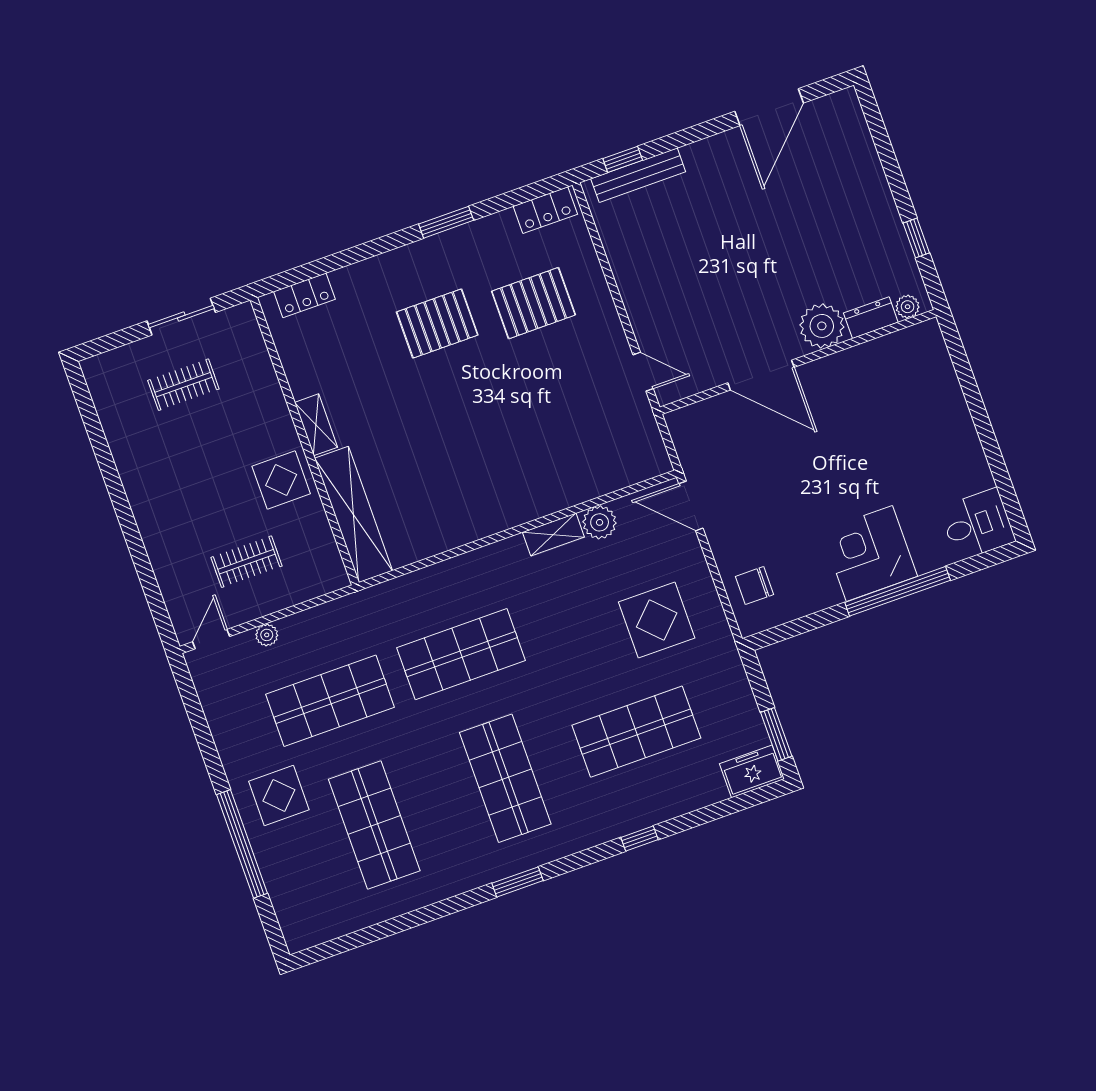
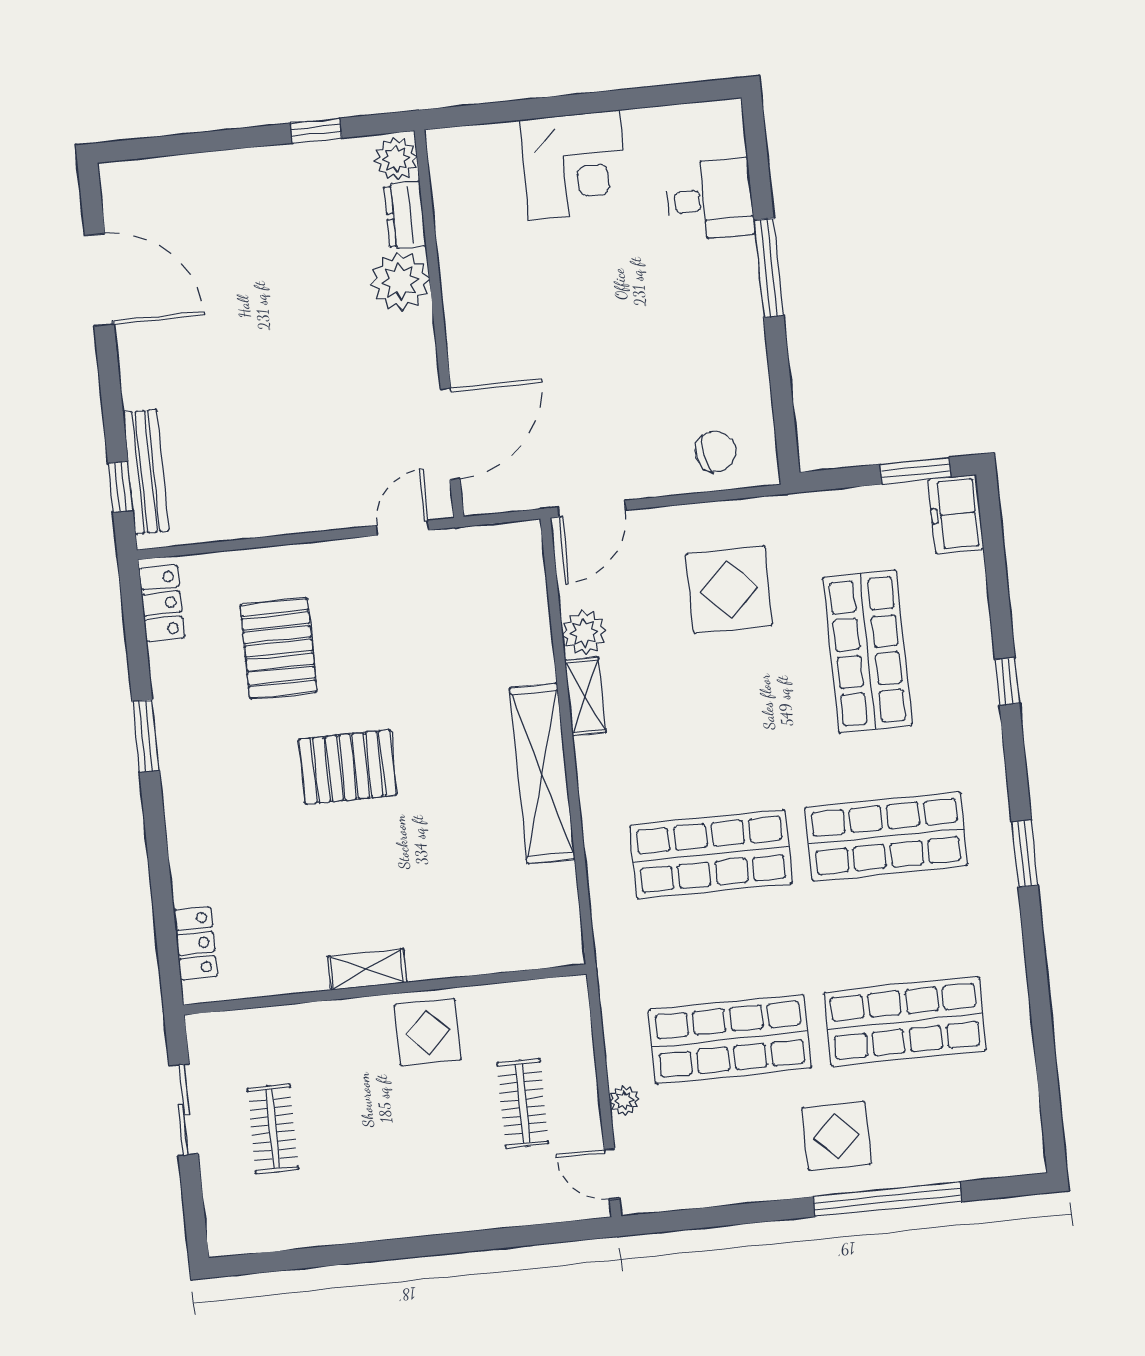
plant: (908, 307) -> (396, 159), width x1.38, depth x1.38
pallet: (437, 323) -> (348, 767), moved, turned 90
door: (761, 375) -> (450, 434), moved
shelving: (353, 514) -> (542, 773), moved, turned 90
desk: (977, 524) -> (710, 200), moved, turned 90
corner desk: (869, 554) -> (574, 165), moved, turned -90
chair: (755, 586) -> (716, 451), turned -101
window: (898, 591) -> (769, 268), width x0.68
shop shelf: (461, 654) -> (711, 854), turned 90
shop shelf: (330, 701) -> (730, 1039), turned 90

